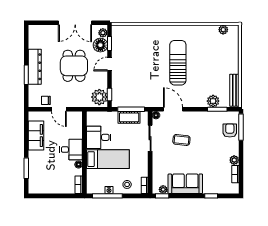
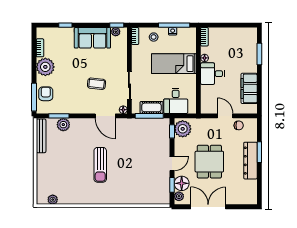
sun lounger: (178, 63) -> (100, 165), width x0.73, depth x0.75
armchair: (230, 130) -> (46, 94), turned 180
desk: (99, 137) -> (176, 101), moved, turned 90
plant: (234, 160) -> (45, 67), width x1.88, depth x1.88

